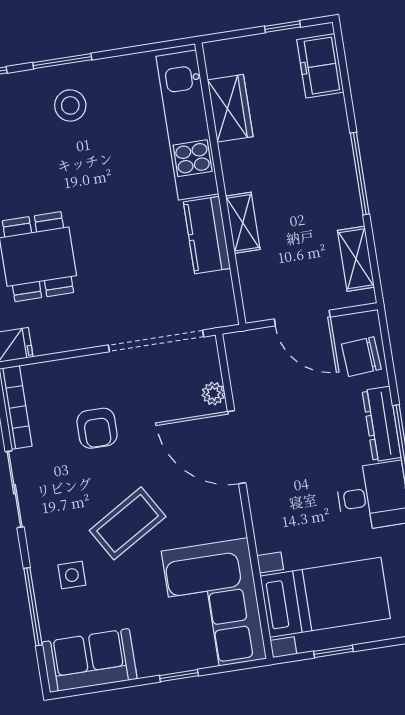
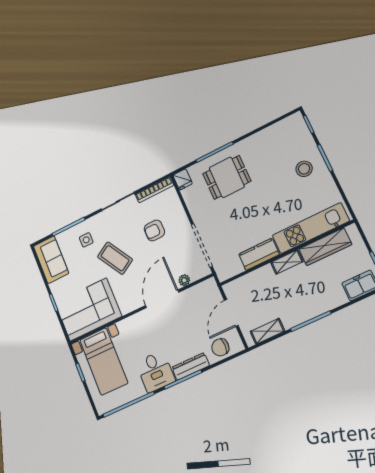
wardrobe: (230, 108) -> (325, 247), width x1.50
shelving: (243, 223) -> (287, 262), moved
chair: (361, 357) -> (220, 347), turned -86

